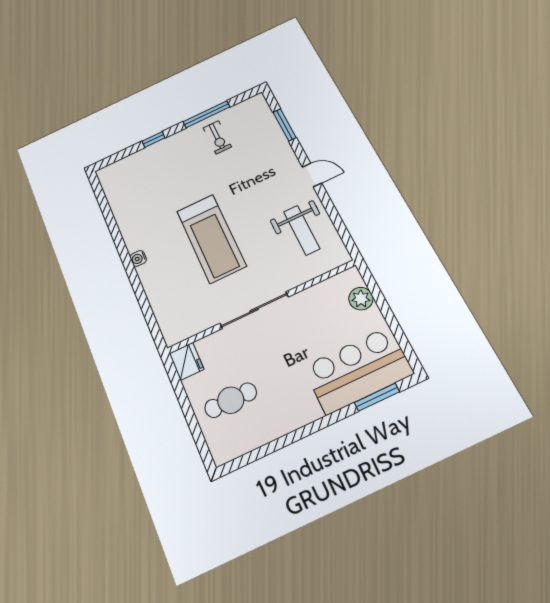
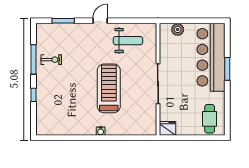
treadmill: (211, 238) -> (109, 88), turned -90
bar counter: (358, 370) -> (211, 57), width x1.36
window: (377, 397) -> (227, 69), moved
cafe table: (231, 400) -> (210, 119), moved

